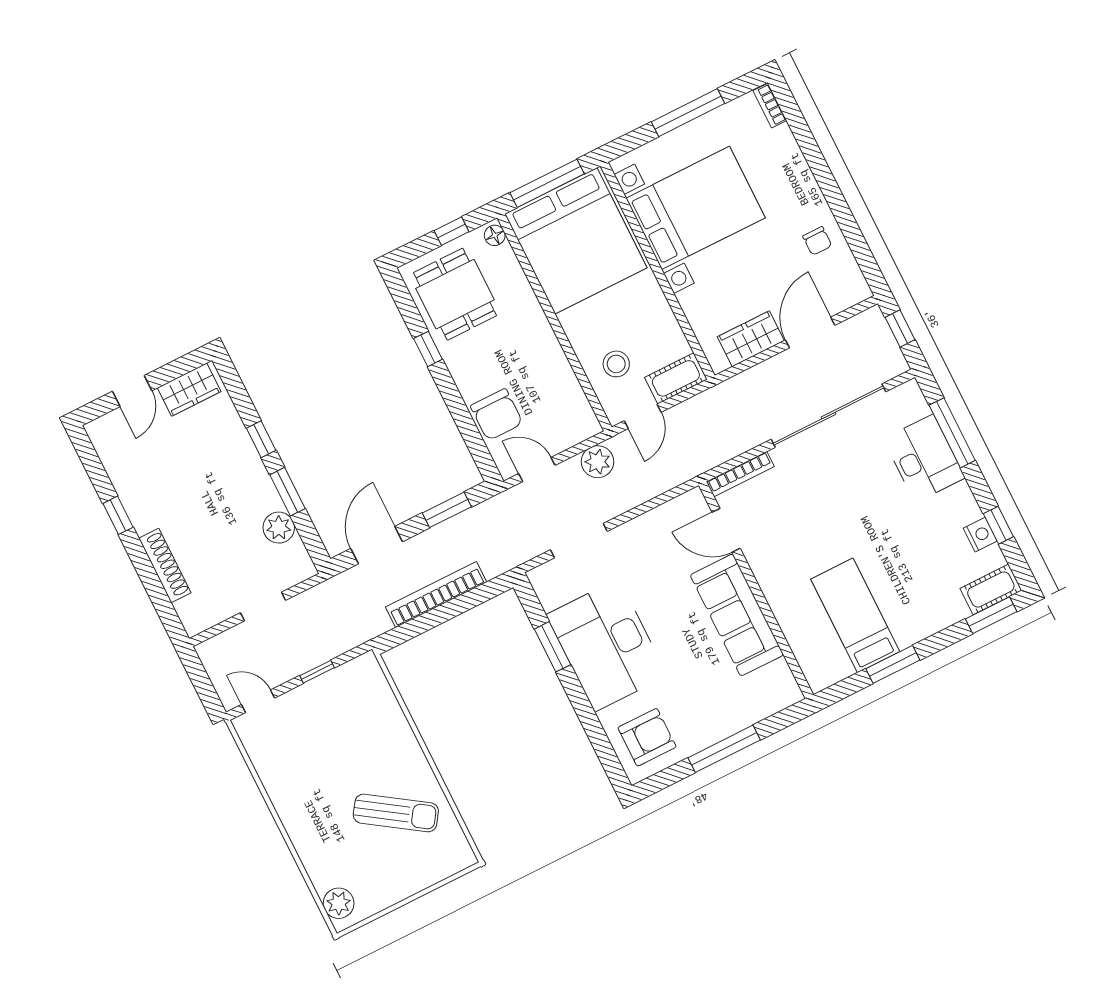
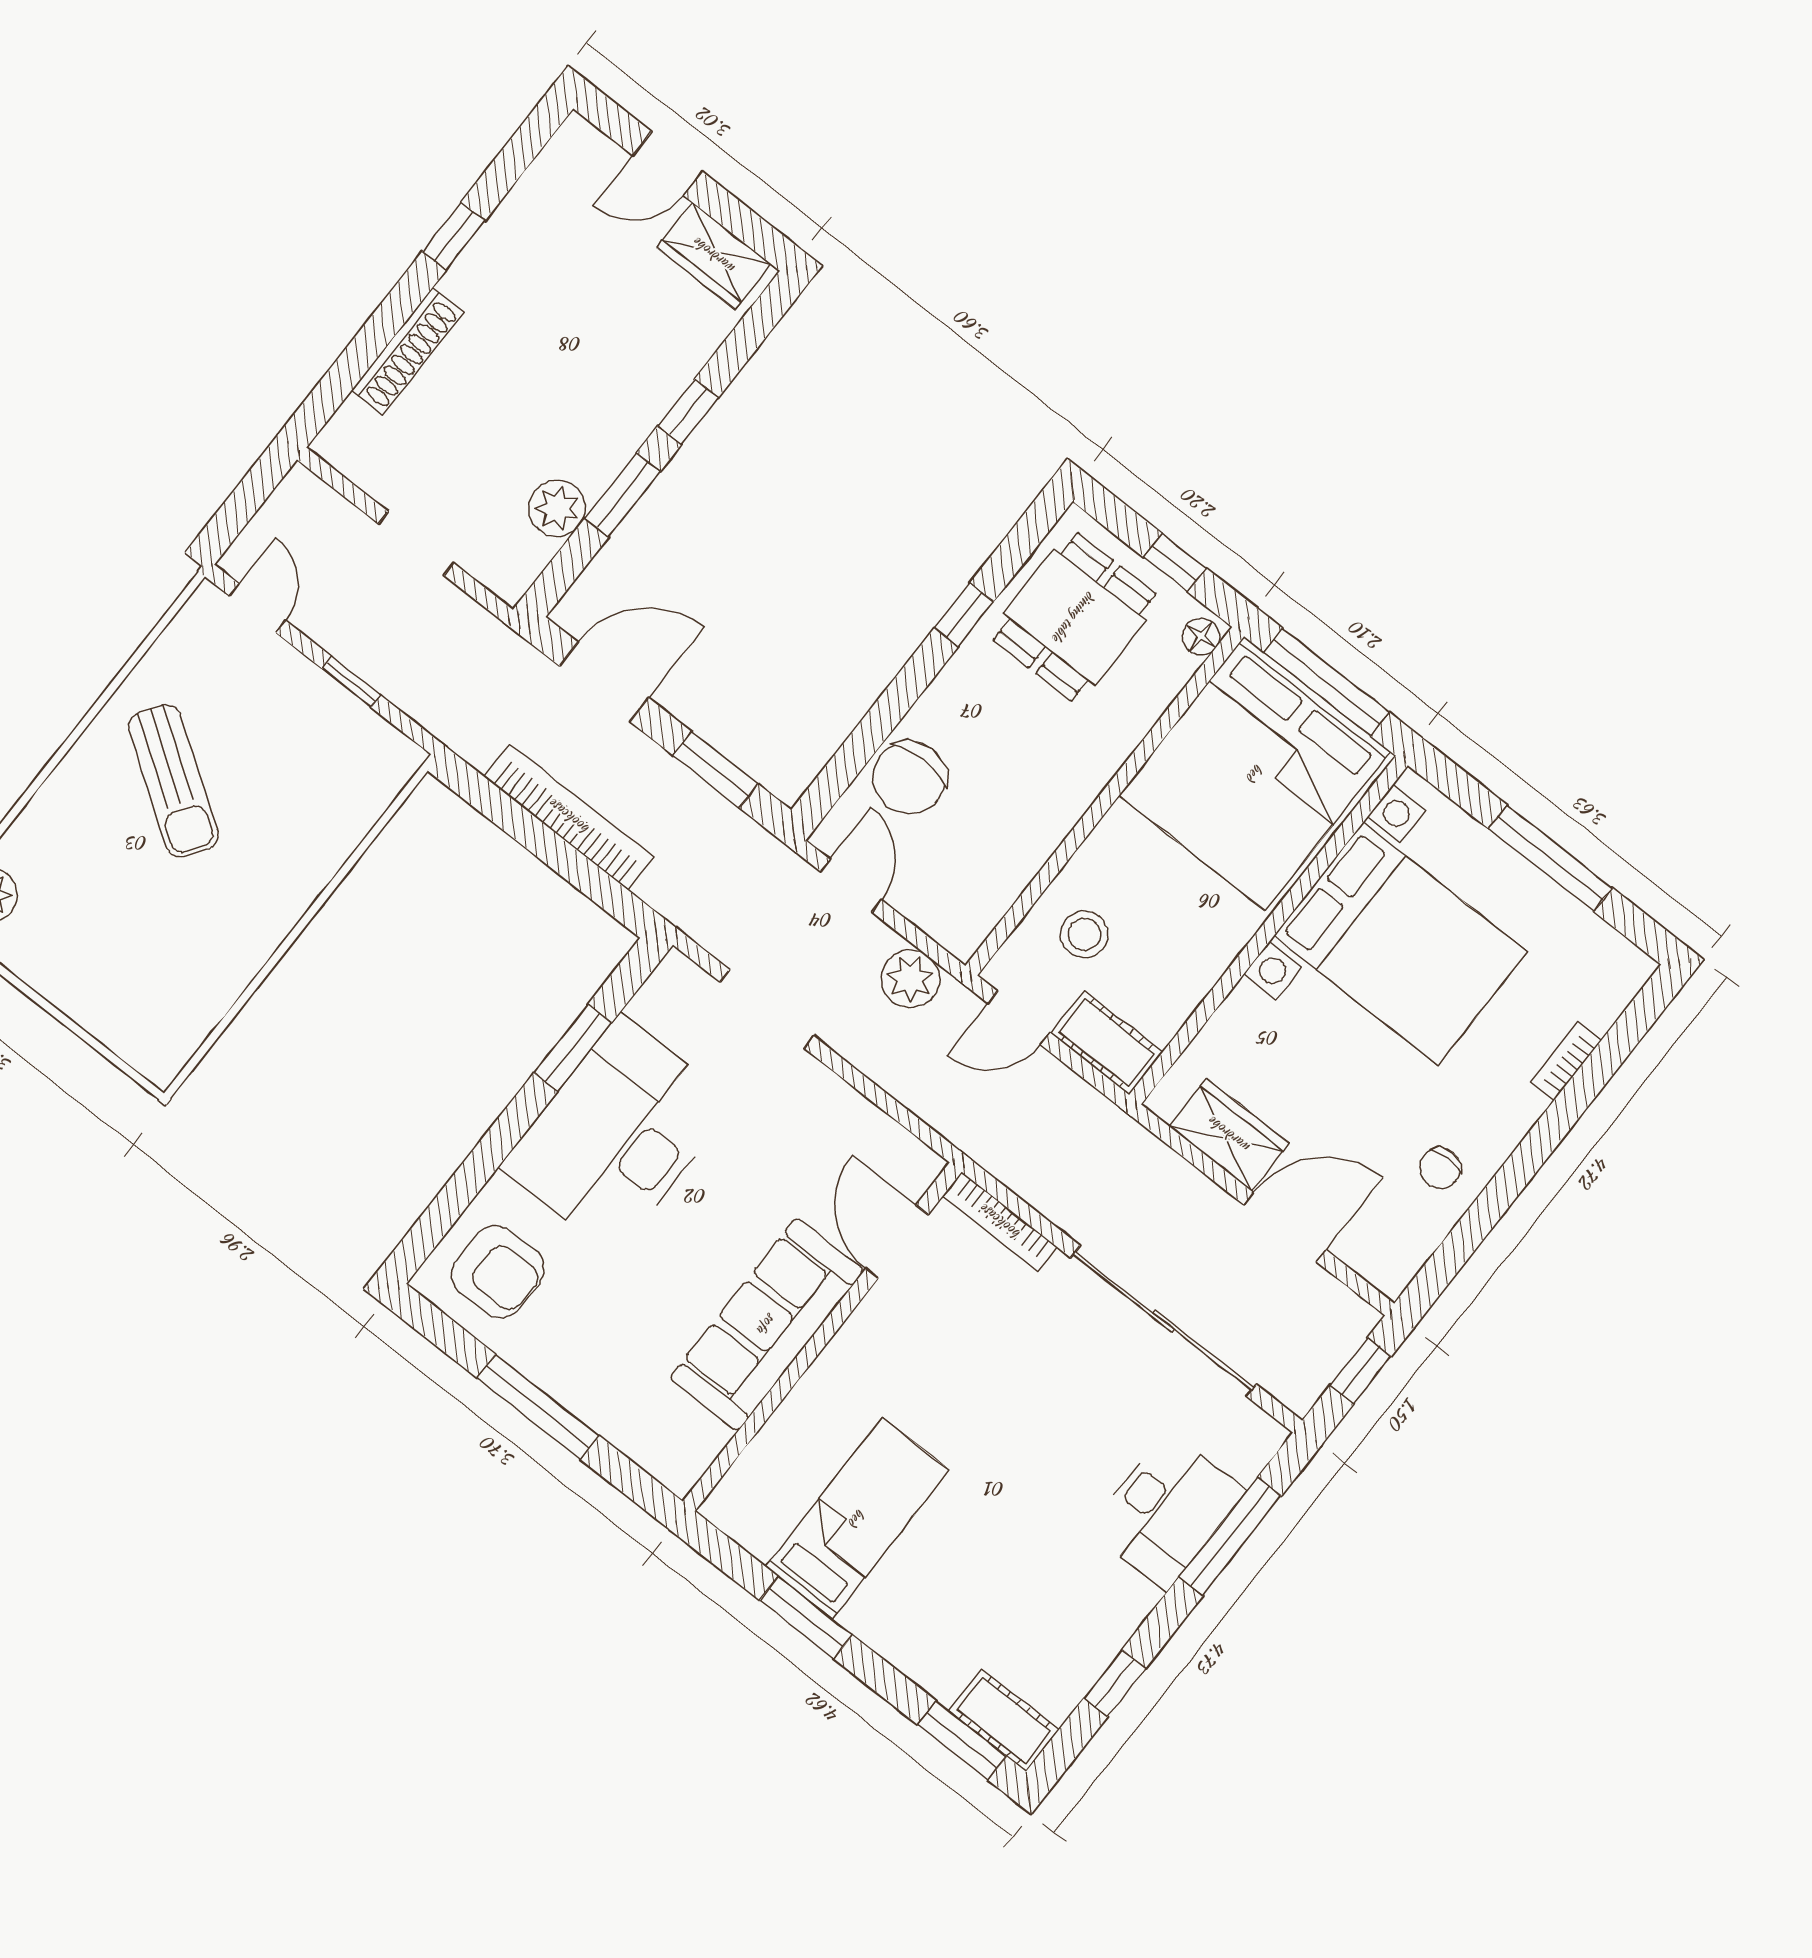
bookcase: (770, 106) -> (1566, 1061), moved
nightstand: (980, 535) -> (1085, 1661), removed
sun lounger: (396, 813) -> (173, 781), moved

